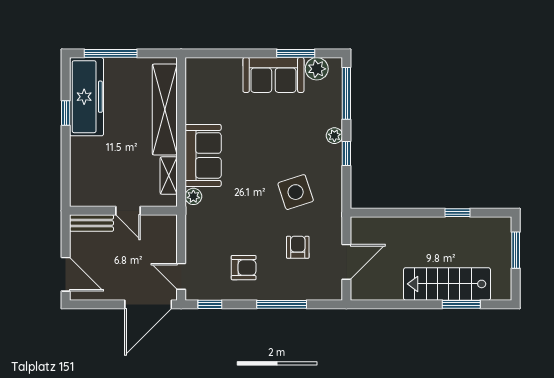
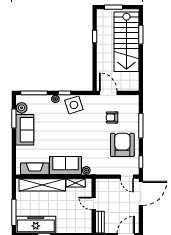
fireplace: (197, 95) -> (35, 169), added
side table: (296, 192) -> (74, 105), moved
door: (128, 211) -> (94, 204), swing flipped
door: (346, 262) -> (108, 93), moved
armchair: (244, 268) -> (122, 145), width x1.88, depth x1.88
door: (181, 276) -> (127, 177), hinge flipped
stairs: (447, 284) -> (126, 42), width x1.36, depth x1.51
door: (148, 304) -> (141, 193), hinge flipped

